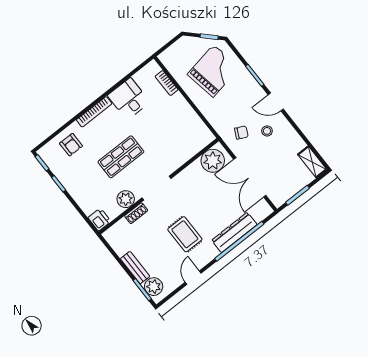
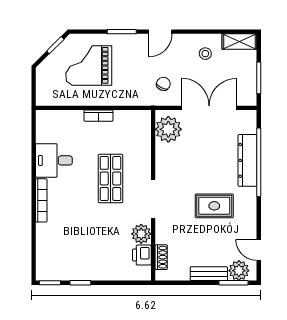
grand piano: (213, 71) -> (89, 65), turned -80
bookcase: (167, 83) -> (98, 116), moved
stool: (267, 131) -> (205, 54), moved
armchair: (71, 145) -> (54, 244), removed
shop shelf: (121, 157) -> (111, 178), moved
double door: (250, 177) -> (209, 108), swing flipped
shoe rack: (136, 213) -> (161, 257), moved
printer: (99, 219) -> (142, 255), moved, turned -90
door: (193, 278) -> (259, 250), moved

